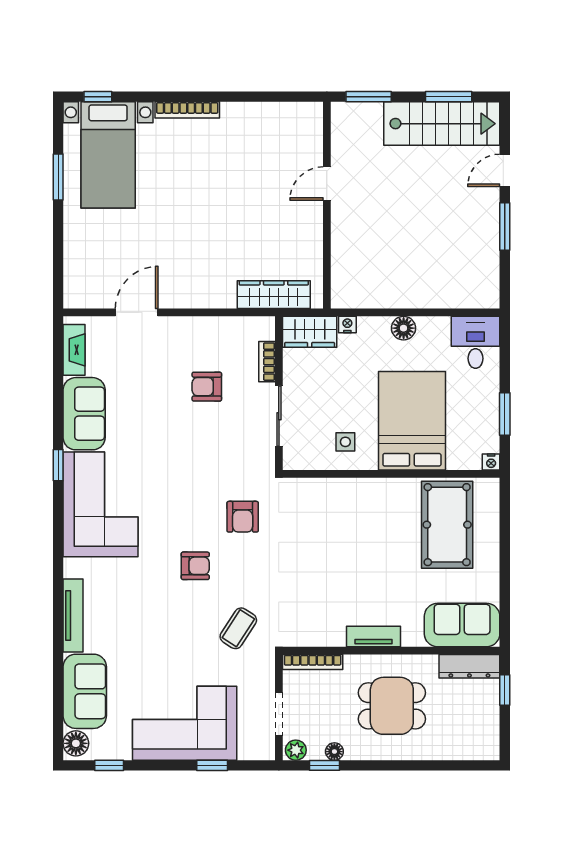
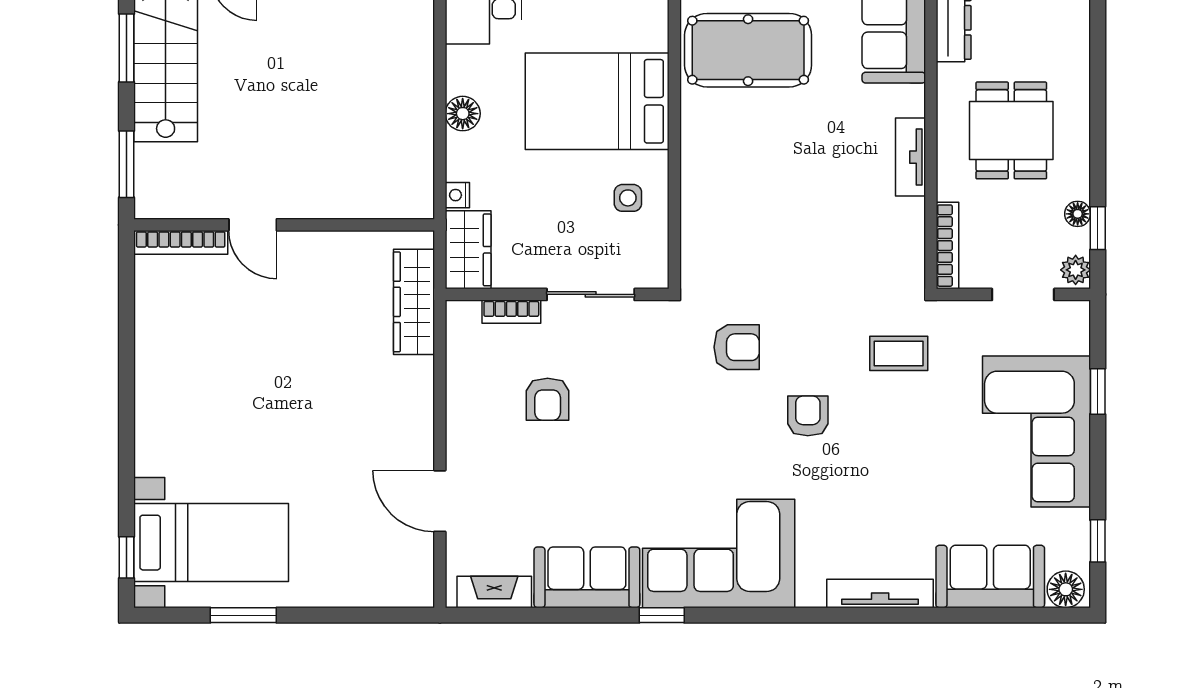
bookcase: (187, 110) -> (181, 242), moved, turned 90
coffee table: (238, 628) -> (899, 353), turned -33

